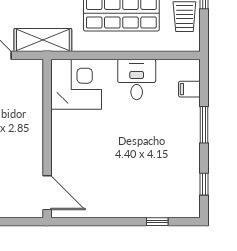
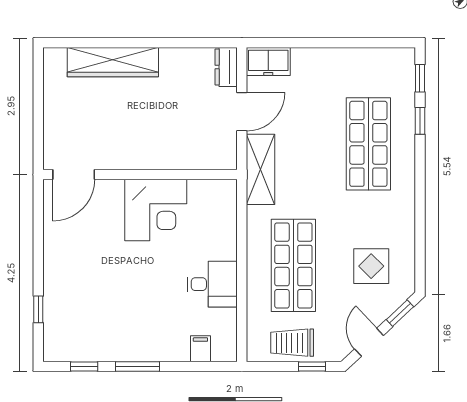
corner desk: (76, 84) -> (156, 210), moved
window: (204, 125) -> (138, 367), moved

